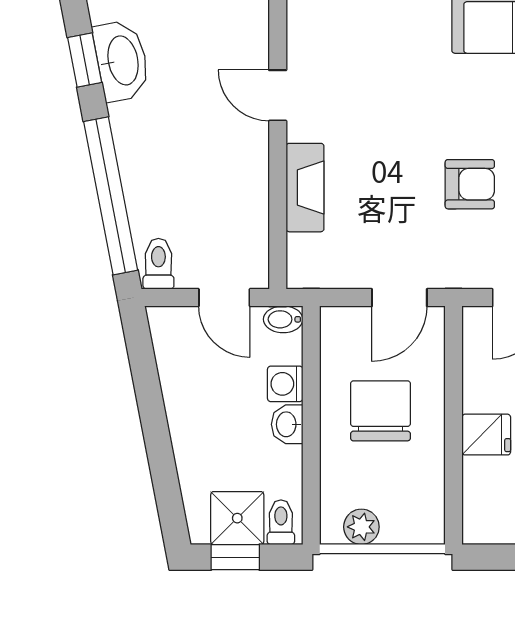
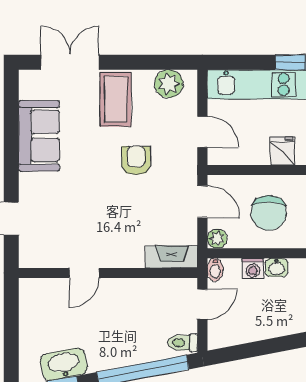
fireplace: (305, 188) -> (172, 257), moved
plant: (336, 323) -> (217, 239), added
chair: (380, 411) -> (269, 213), turned -90

